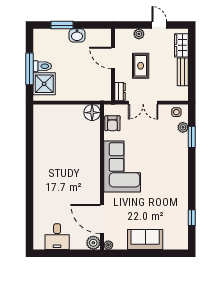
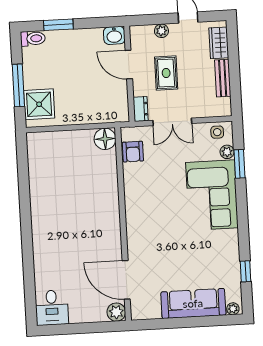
washbasin: (77, 35) -> (114, 35), moved
toilet: (42, 66) -> (33, 38), moved
corner sofa: (122, 167) -> (212, 195), moved, turned 180
desk: (57, 237) -> (52, 308), moved
sofa: (145, 240) -> (193, 303), width x1.36
plant: (108, 245) -> (233, 309), moved

